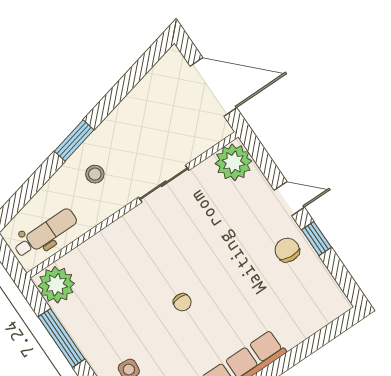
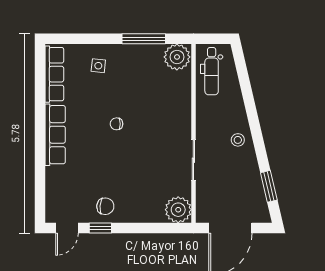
window: (74, 141) -> (269, 186), moved
stool: (95, 174) -> (238, 140), moved
door: (289, 199) -> (67, 228), moved

